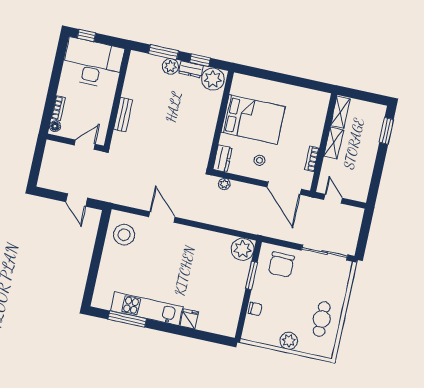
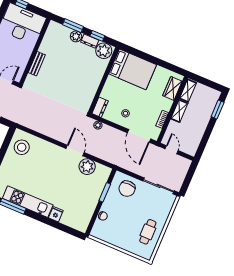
wardrobe: (318, 113) -> (172, 88), added
bed: (253, 119) -> (133, 69), moved
door: (162, 217) -> (75, 150), moved
plant: (243, 249) -> (87, 167), moved
plant: (289, 341) -> (122, 243), removed

